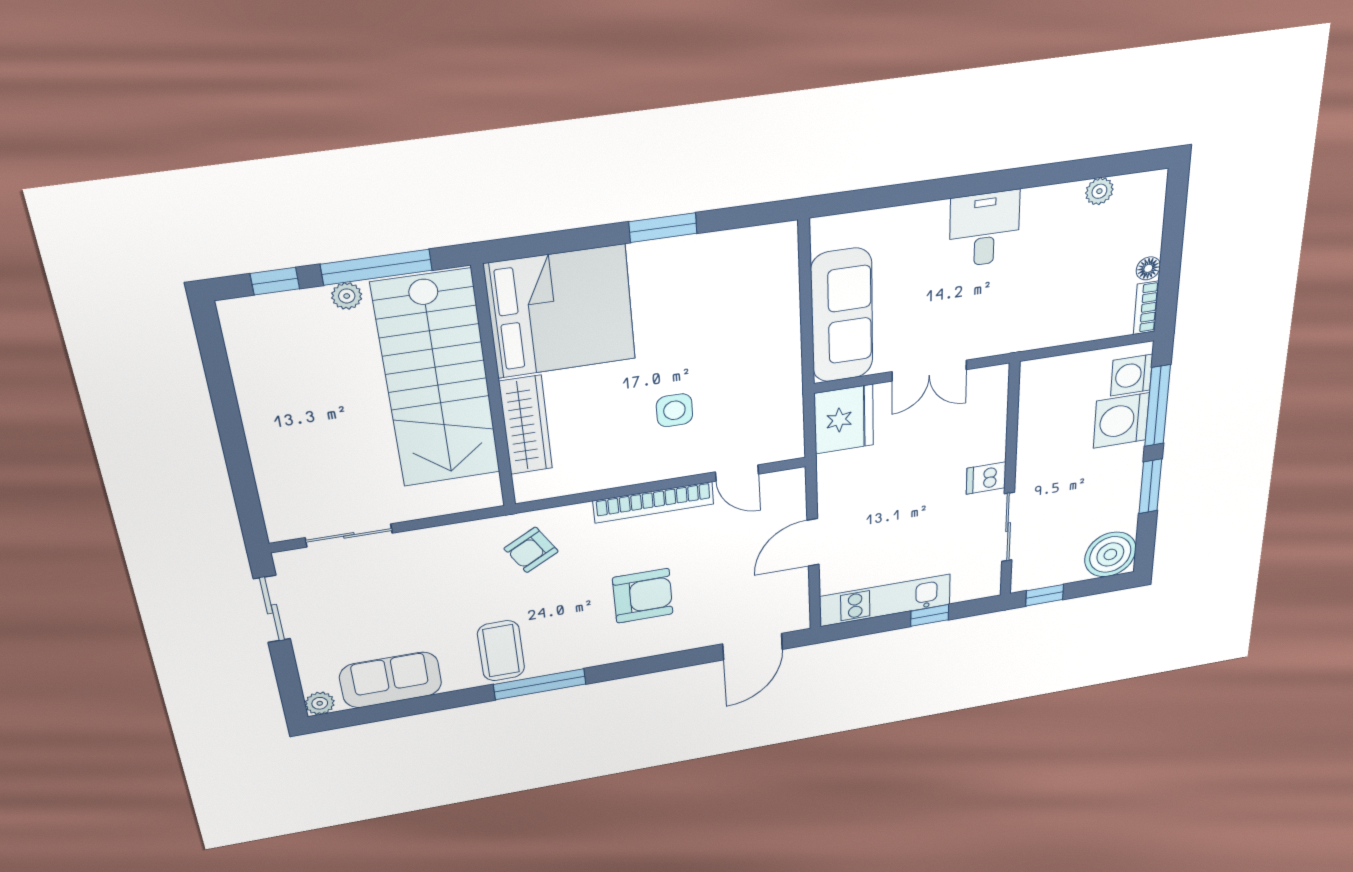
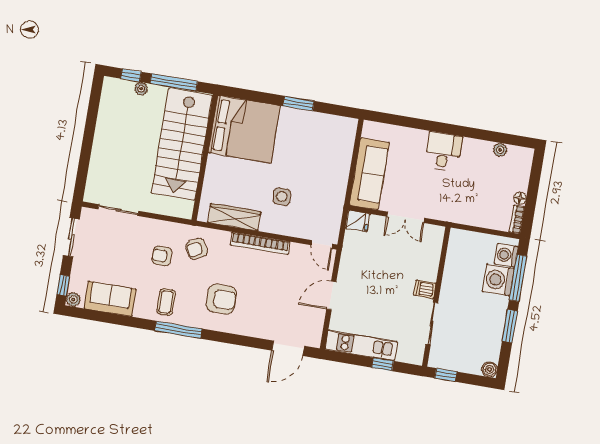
plant: (347, 296) -> (141, 89), moved
fridge: (844, 419) -> (358, 221), width x0.53, depth x0.75
wardrobe: (526, 425) -> (234, 217), moved, turned -90
door: (737, 473) -> (322, 244), moved
boiler: (1110, 554) -> (490, 369), width x0.54, depth x0.54
armchair: (466, 582) -> (162, 256), added
armchair: (643, 596) -> (221, 299), moved
coffee table: (501, 651) -> (166, 302), width x0.73, depth x0.77
window: (290, 688) -> (63, 285), added

